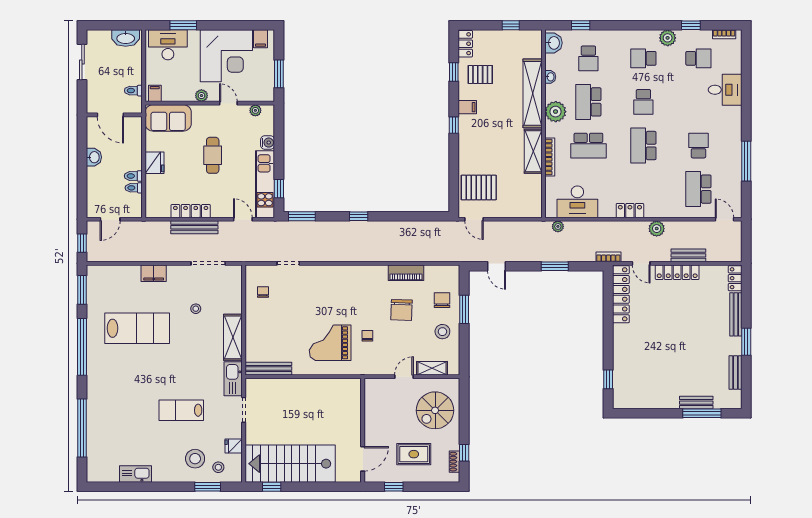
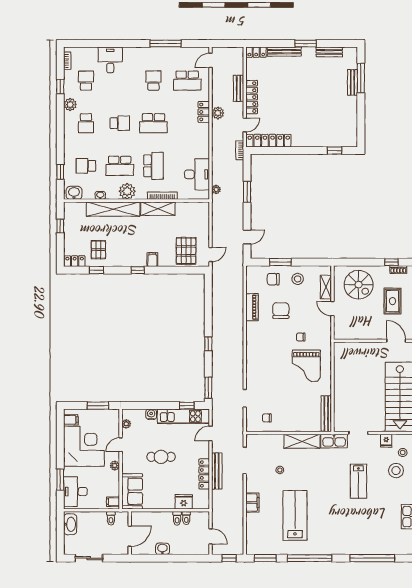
school desk: (588, 58) -> (86, 166), turned 180
filing cabinet: (467, 107) -> (152, 260), moved
school desk: (698, 146) -> (153, 81), turned 90
fridge: (155, 163) -> (184, 502), moved
locker: (630, 211) -> (204, 112), moved
chair: (401, 310) -> (281, 311), turned -92

